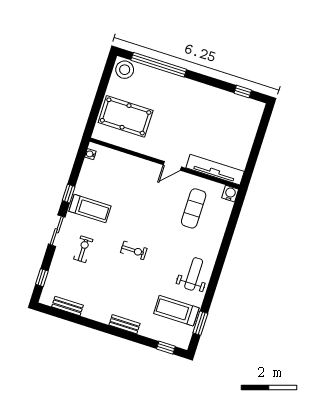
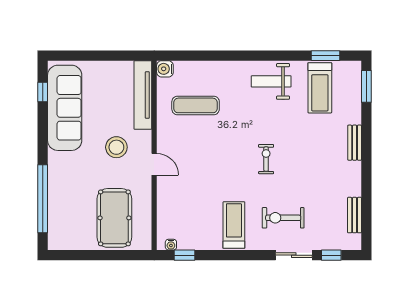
stool: (125, 70) -> (116, 147), moved
sofa: (225, 105) -> (65, 108), added
door: (172, 166) -> (154, 164), moved
window: (69, 194) -> (185, 255), moved
sliding door: (57, 231) -> (294, 255), moved
exercise bike: (83, 249) -> (283, 218), width x1.38, depth x1.39
window: (166, 348) -> (366, 86), width x1.50

